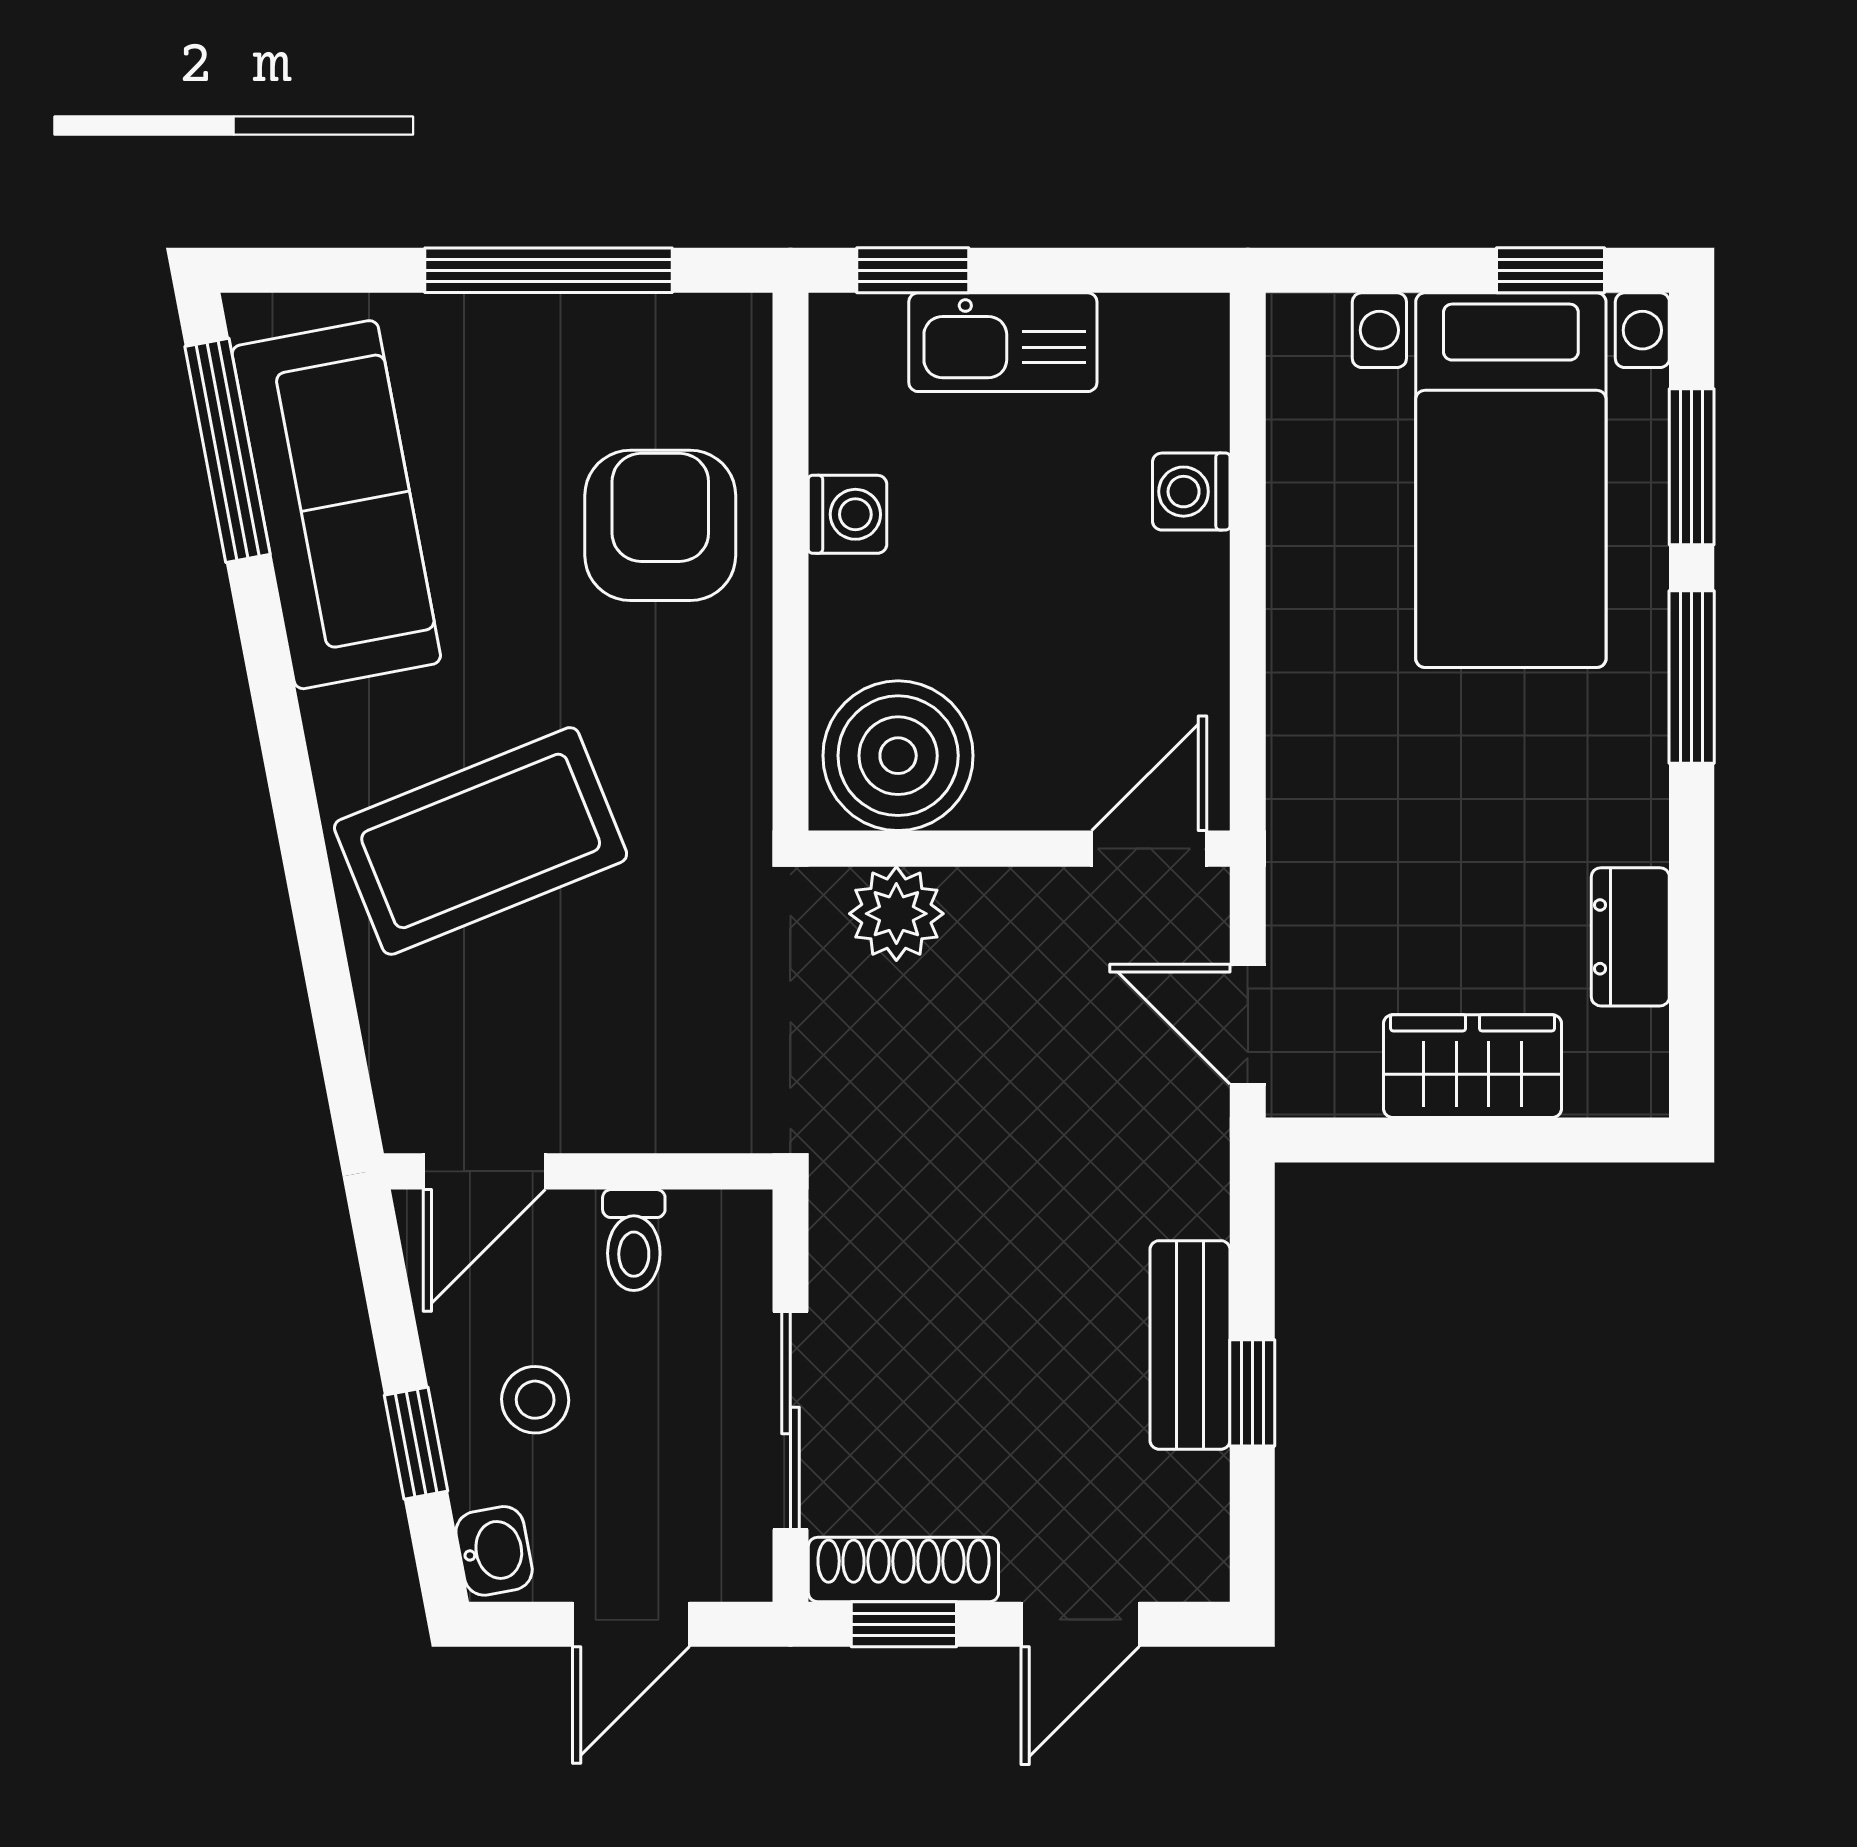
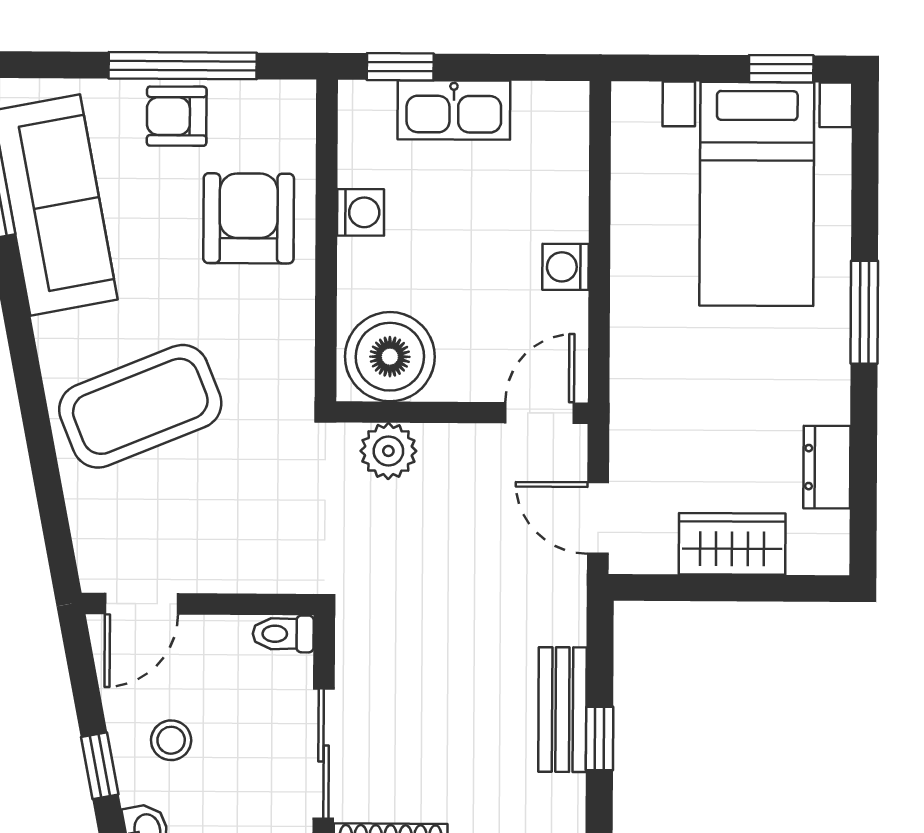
armchair: (539, 355) -> (177, 116), added
window: (1692, 467) -> (865, 187), removed
washing machine: (1191, 492) -> (566, 267), moved
toilet: (634, 1240) -> (283, 634), moved, turned 90

